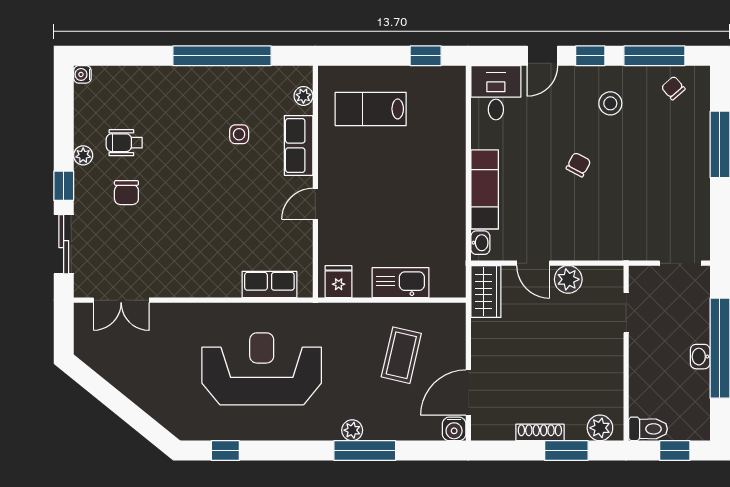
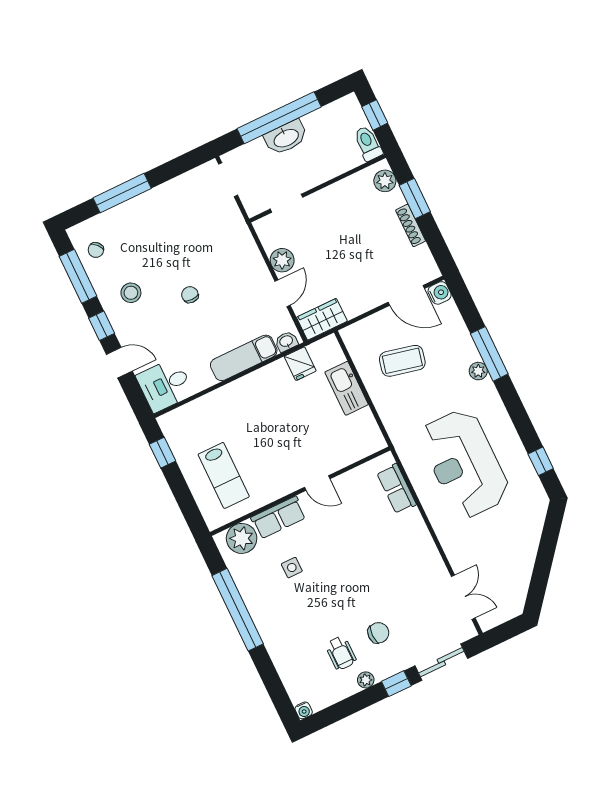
plant: (303, 96) -> (242, 538), width x1.88, depth x1.88
chair: (578, 165) -> (190, 295), turned 62
fridge: (339, 282) -> (300, 364), moved, turned -90
washbasin: (700, 357) -> (286, 138), width x1.91, depth x1.45

